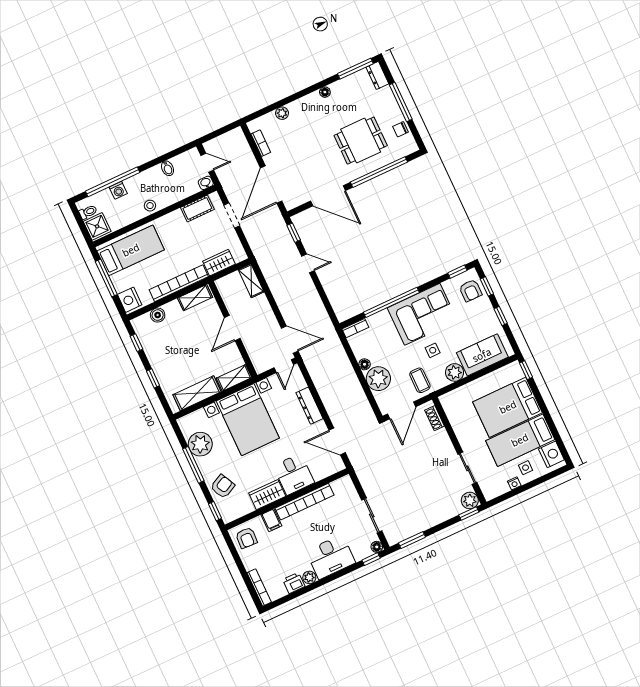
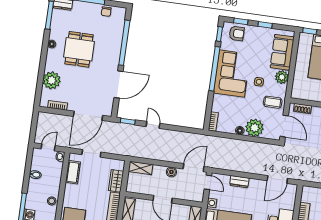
plant: (282, 113) -> (52, 80), width x1.87, depth x1.87
dining table: (361, 141) -> (79, 49), moved
door: (271, 184) -> (88, 116), hinge flipped
door: (308, 263) -> (153, 125), hinge flipped
window: (391, 302) -> (215, 69), moved
boiler: (269, 318) -> (171, 172), added
dresser: (310, 406) -> (239, 182), width x0.70

